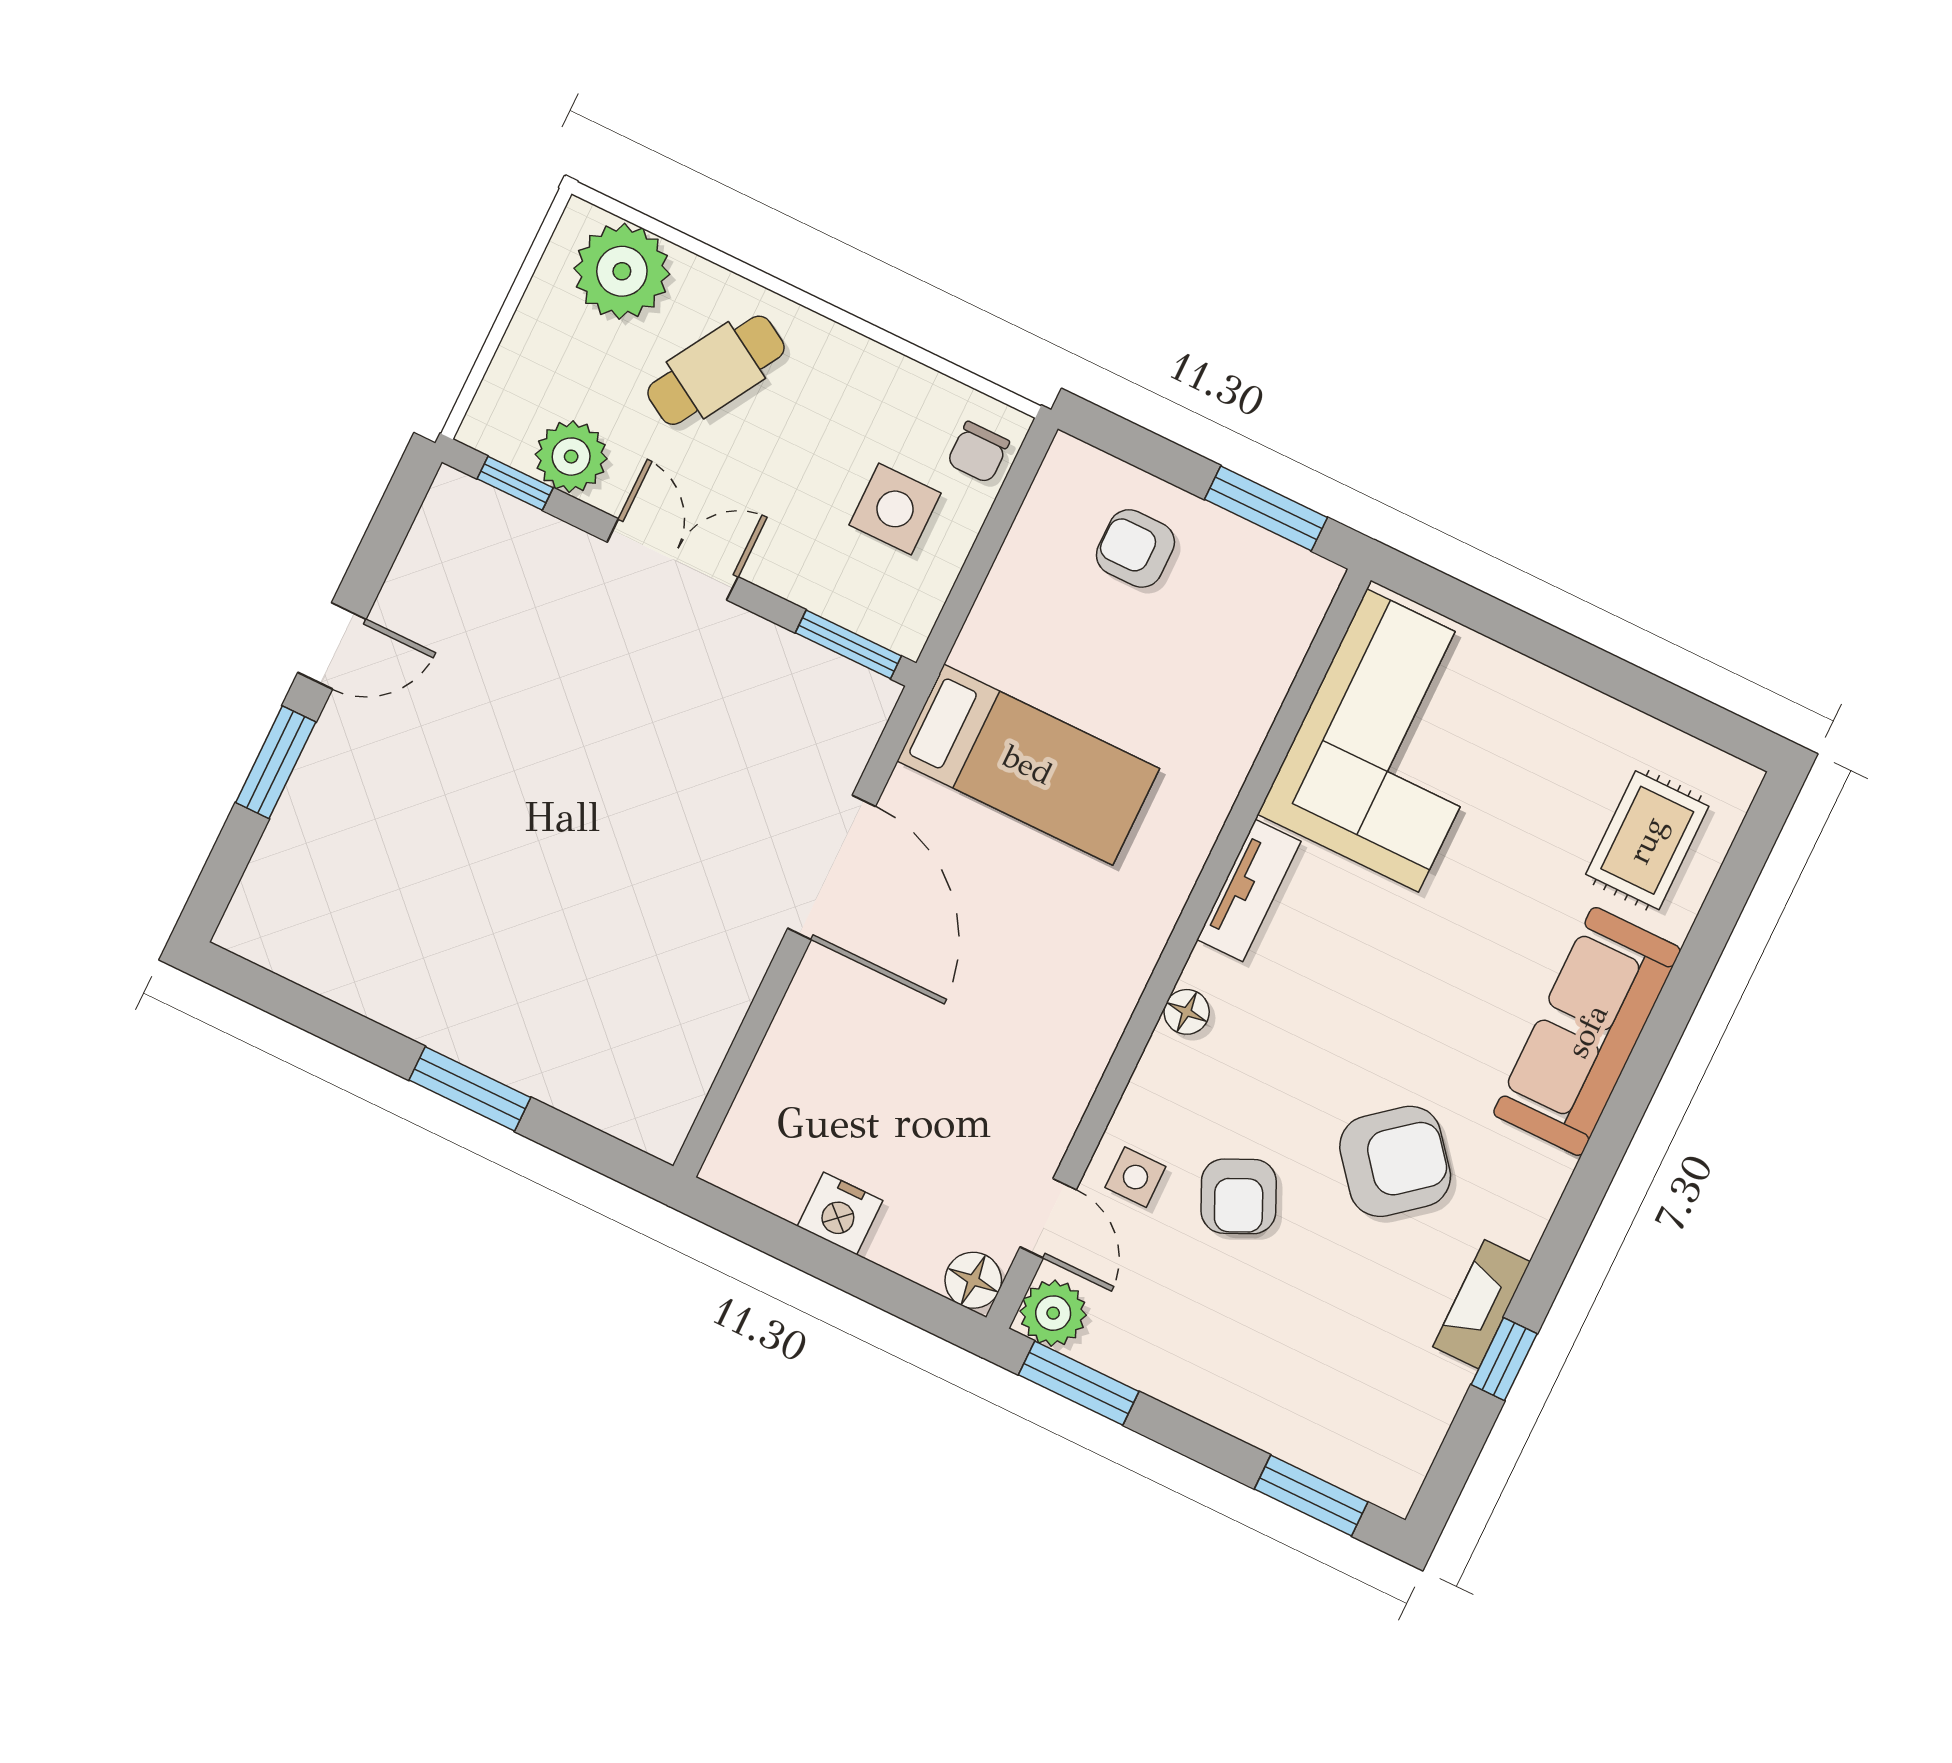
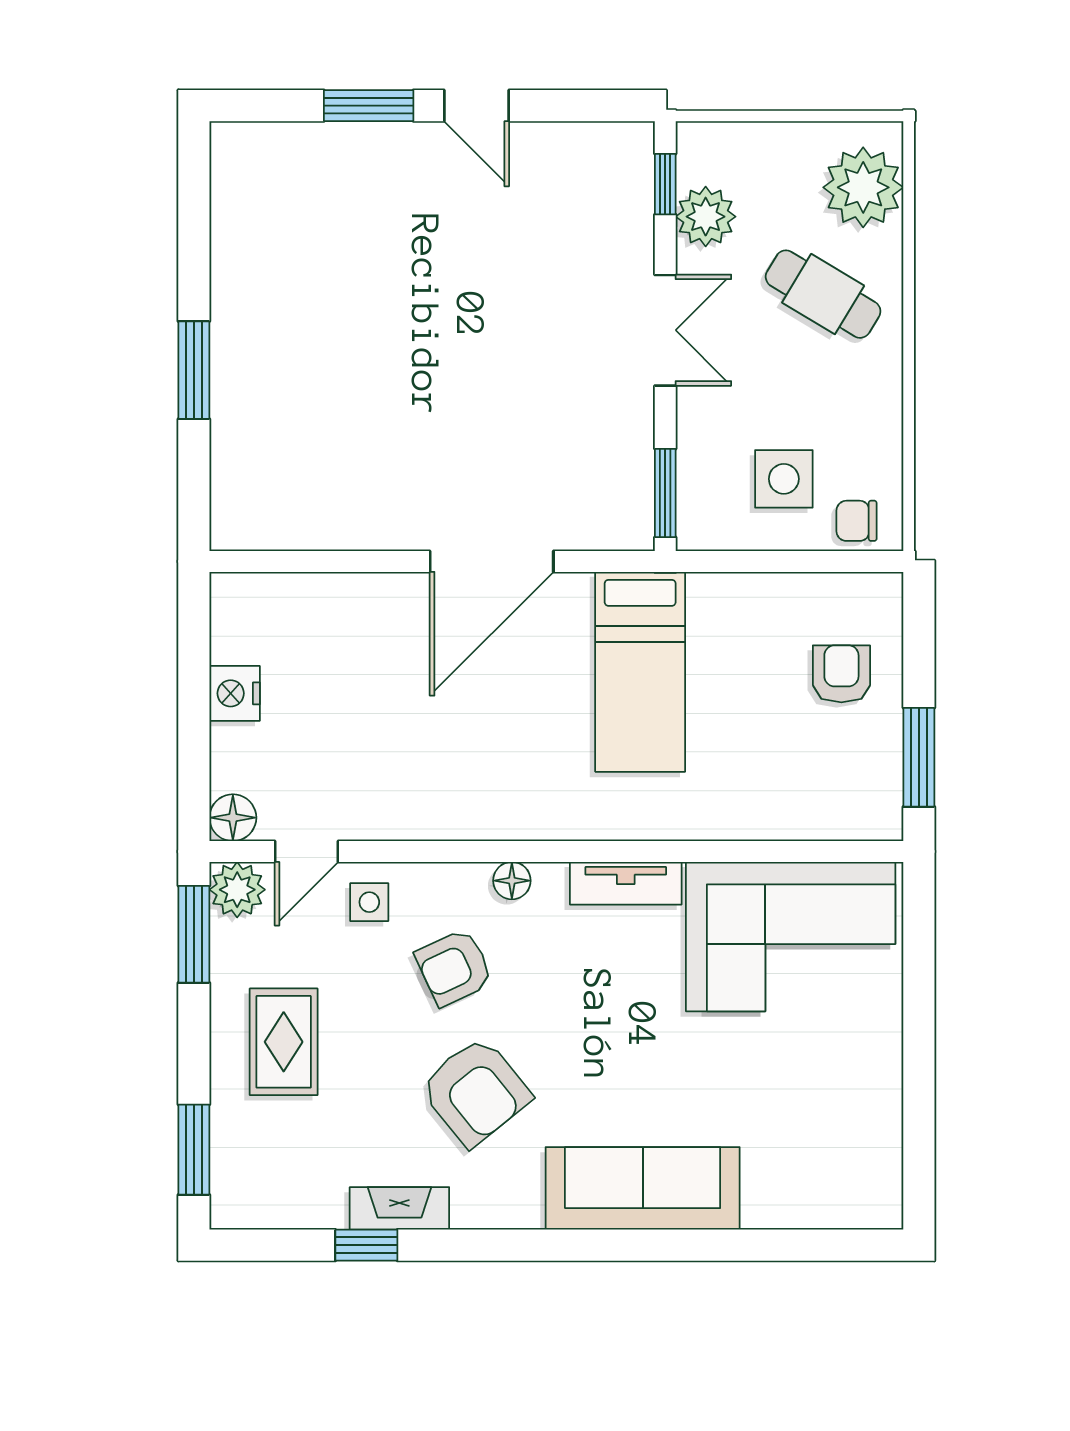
rug: (1647, 840) -> (284, 1042), moved, turned 90
armchair: (1239, 1196) -> (454, 968), moved

